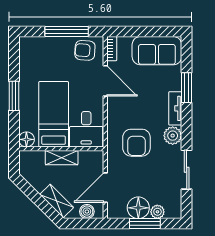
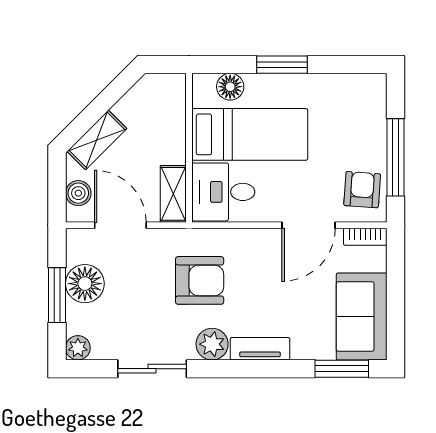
window: (187, 88) -> (342, 369), moved
floor lamp: (26, 139) -> (230, 87), moved
armchair: (136, 143) -> (200, 280), turned 180
shelving: (62, 158) -> (173, 194), moved
plant: (157, 212) -> (78, 348), moved

